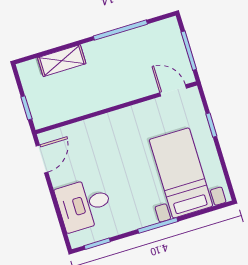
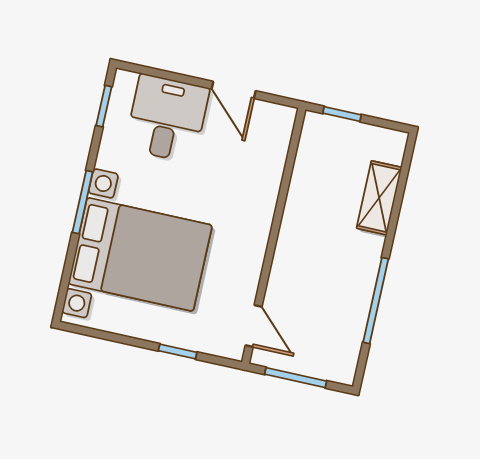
door: (173, 90) -> (254, 326), hinge flipped
door: (42, 159) -> (234, 90), moved
bed with nightstands: (181, 173) -> (140, 254), width x1.36

